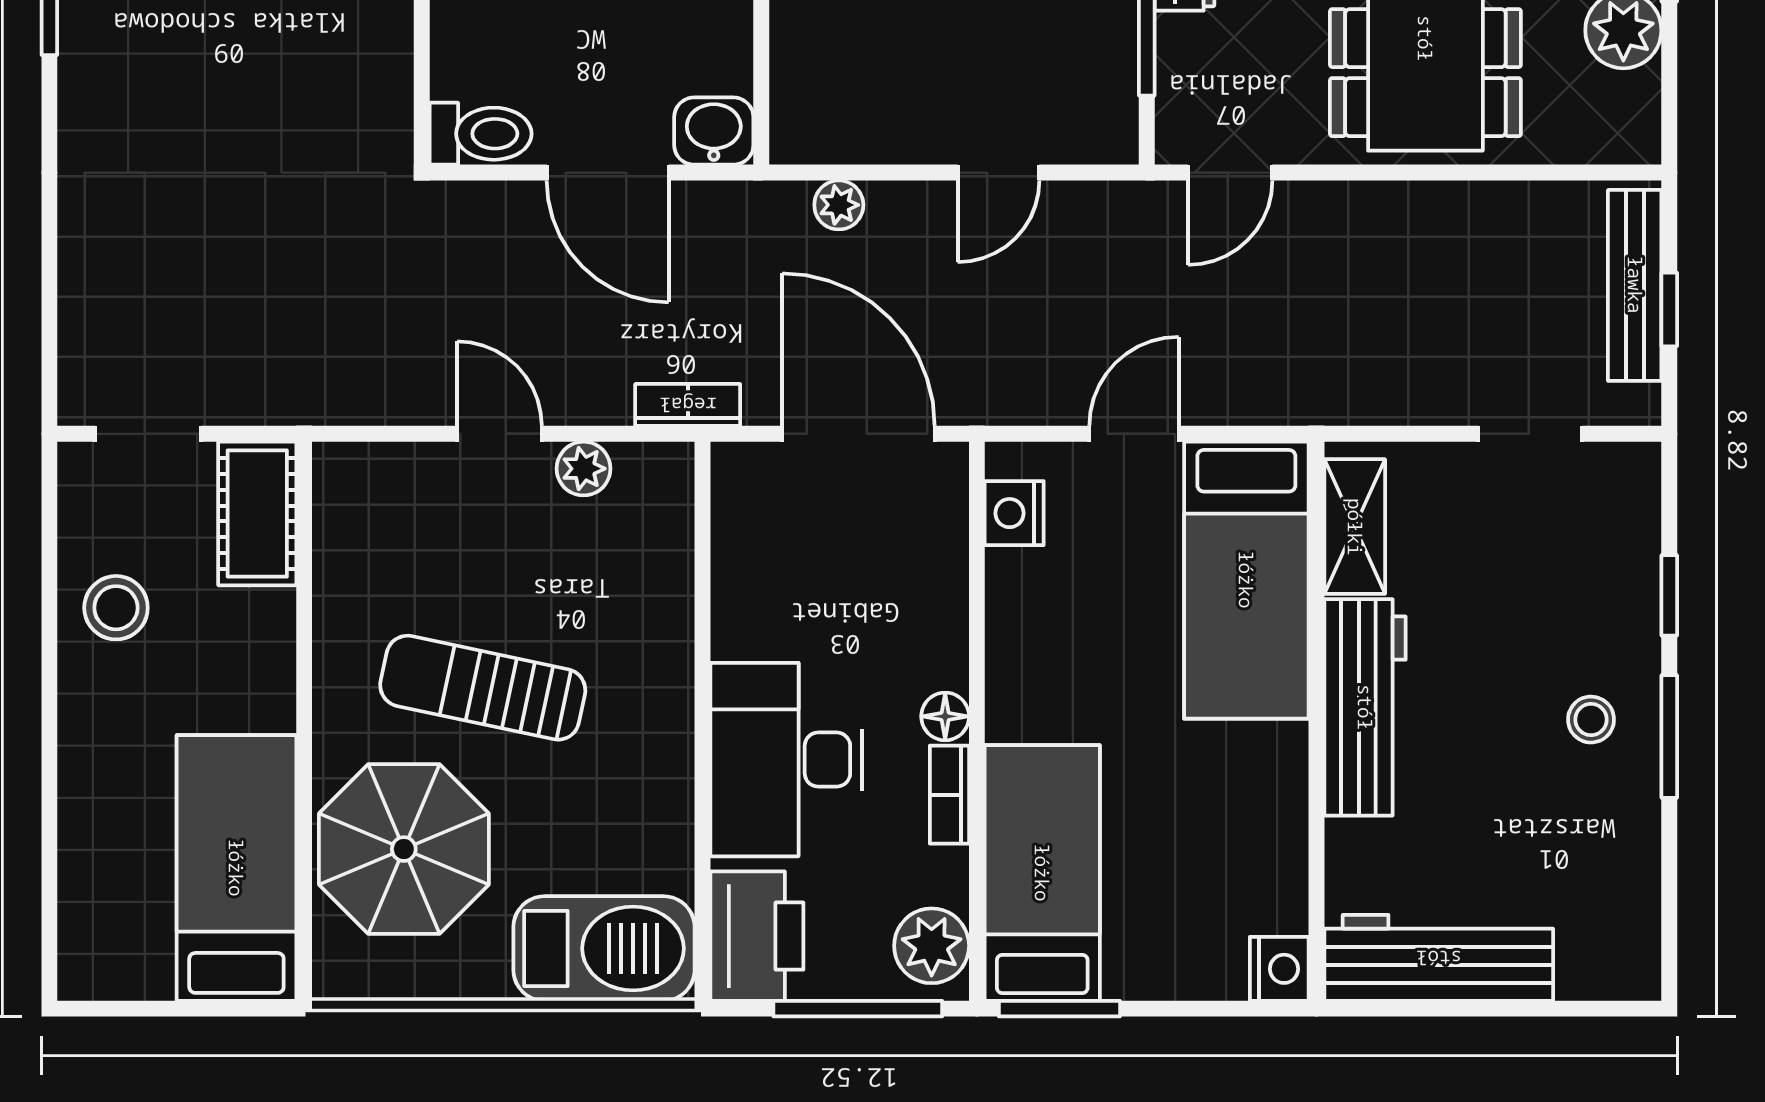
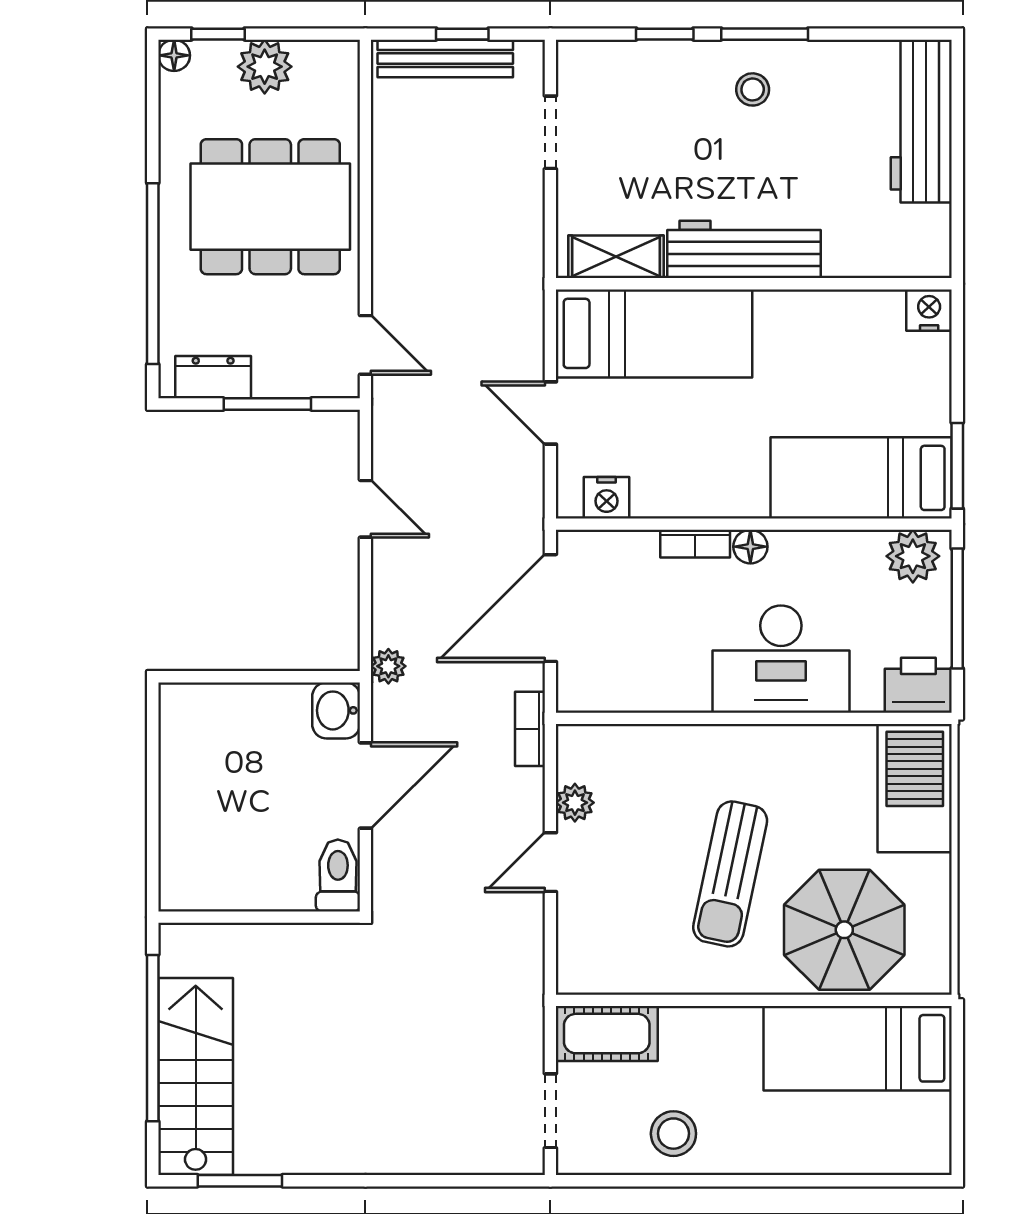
plant: (839, 205) -> (388, 666), moved
bookcase: (949, 795) -> (695, 544), moved
printer: (757, 936) -> (918, 685), width x0.73, depth x0.84
workbench: (1439, 958) -> (921, 122), moved

